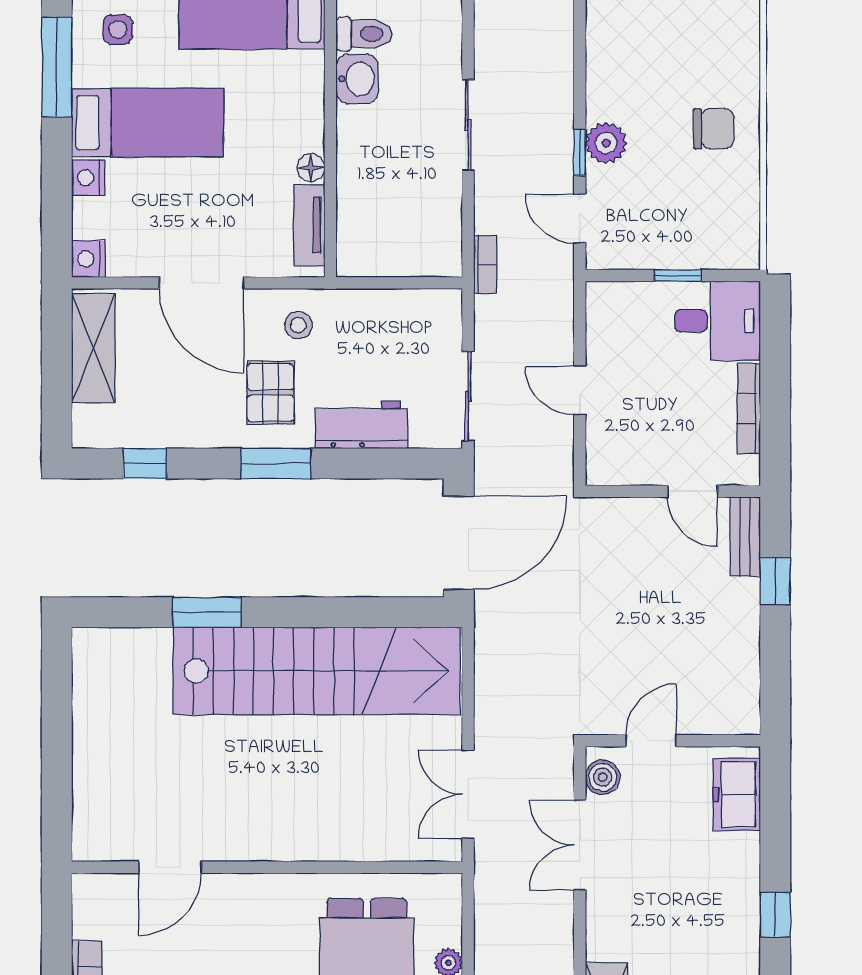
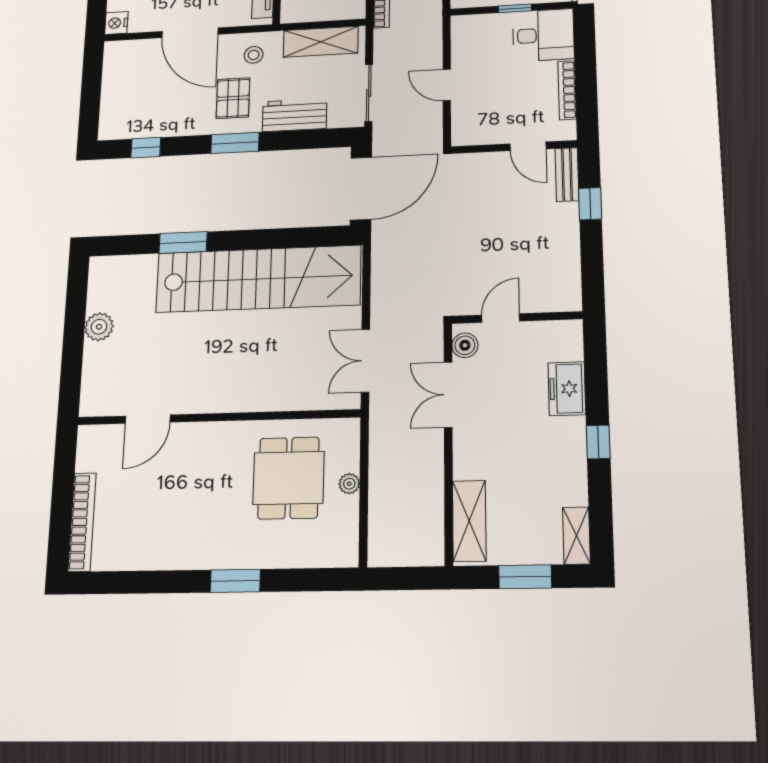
shelving: (93, 348) -> (321, 42), moved, turned 90
plant: (93, 732) -> (99, 327), added
freezer: (737, 794) -> (567, 389), moved

